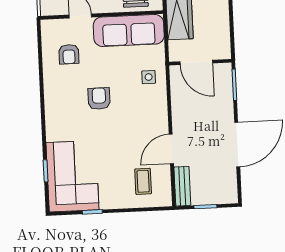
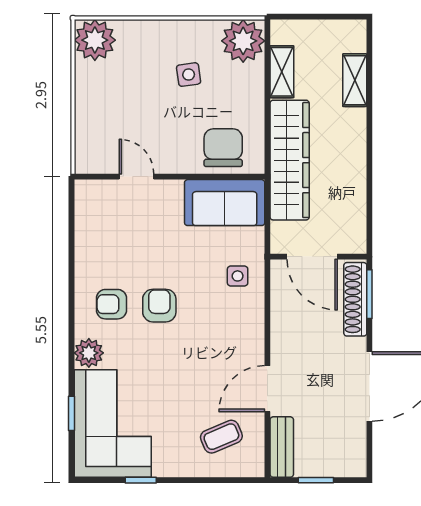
sofa: (129, 30) -> (225, 203), width x0.73
armchair: (69, 54) -> (111, 304), moved, turned 90
shoe rack: (225, 89) -> (355, 299), added
plant: (55, 131) -> (89, 353), added
coffee table: (143, 181) -> (221, 437), turned 67

